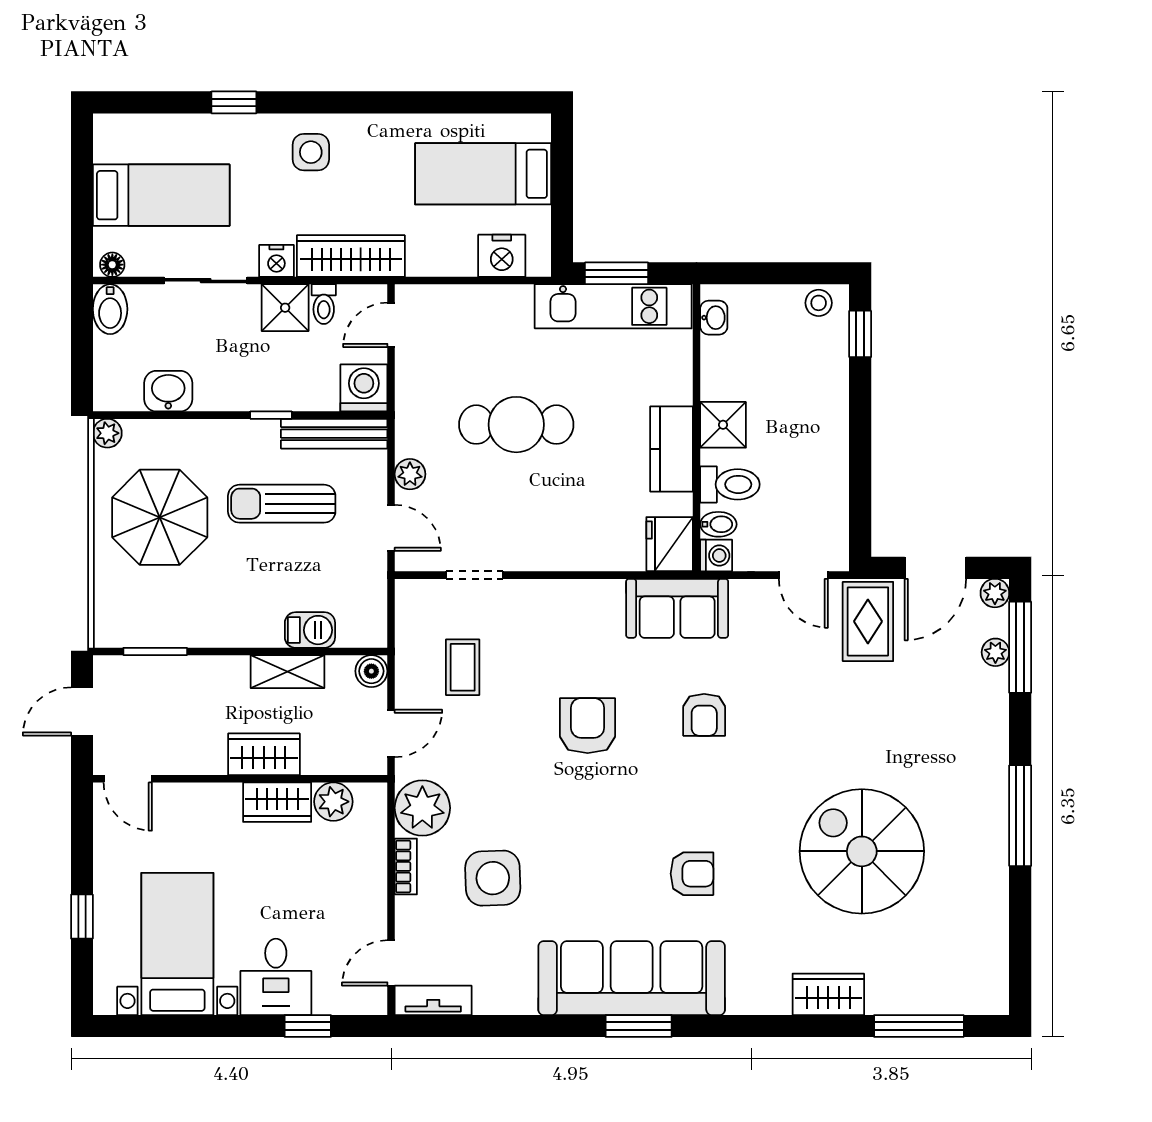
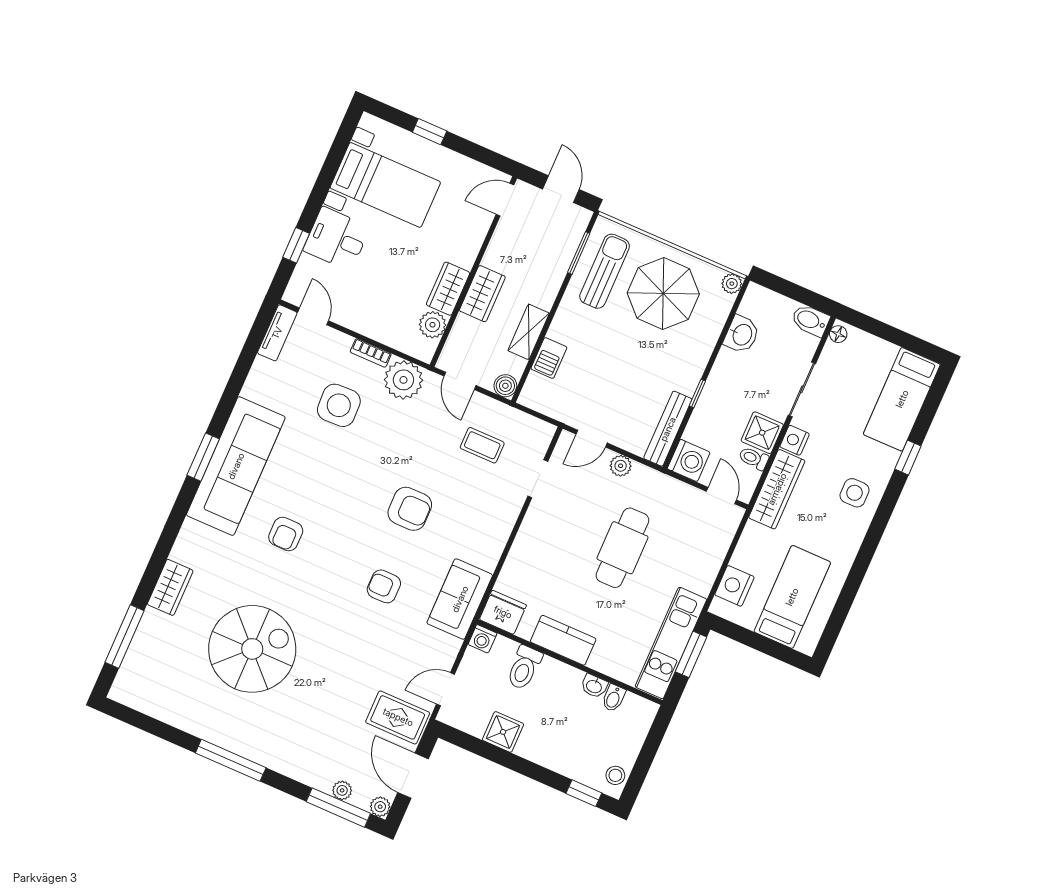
bed: (161, 195) -> (902, 399), moved
washbasin: (714, 318) -> (594, 686), moved
shower: (723, 425) -> (503, 732), moved
sun lounger: (282, 504) -> (605, 271), moved
bidet: (718, 524) -> (614, 698), moved

